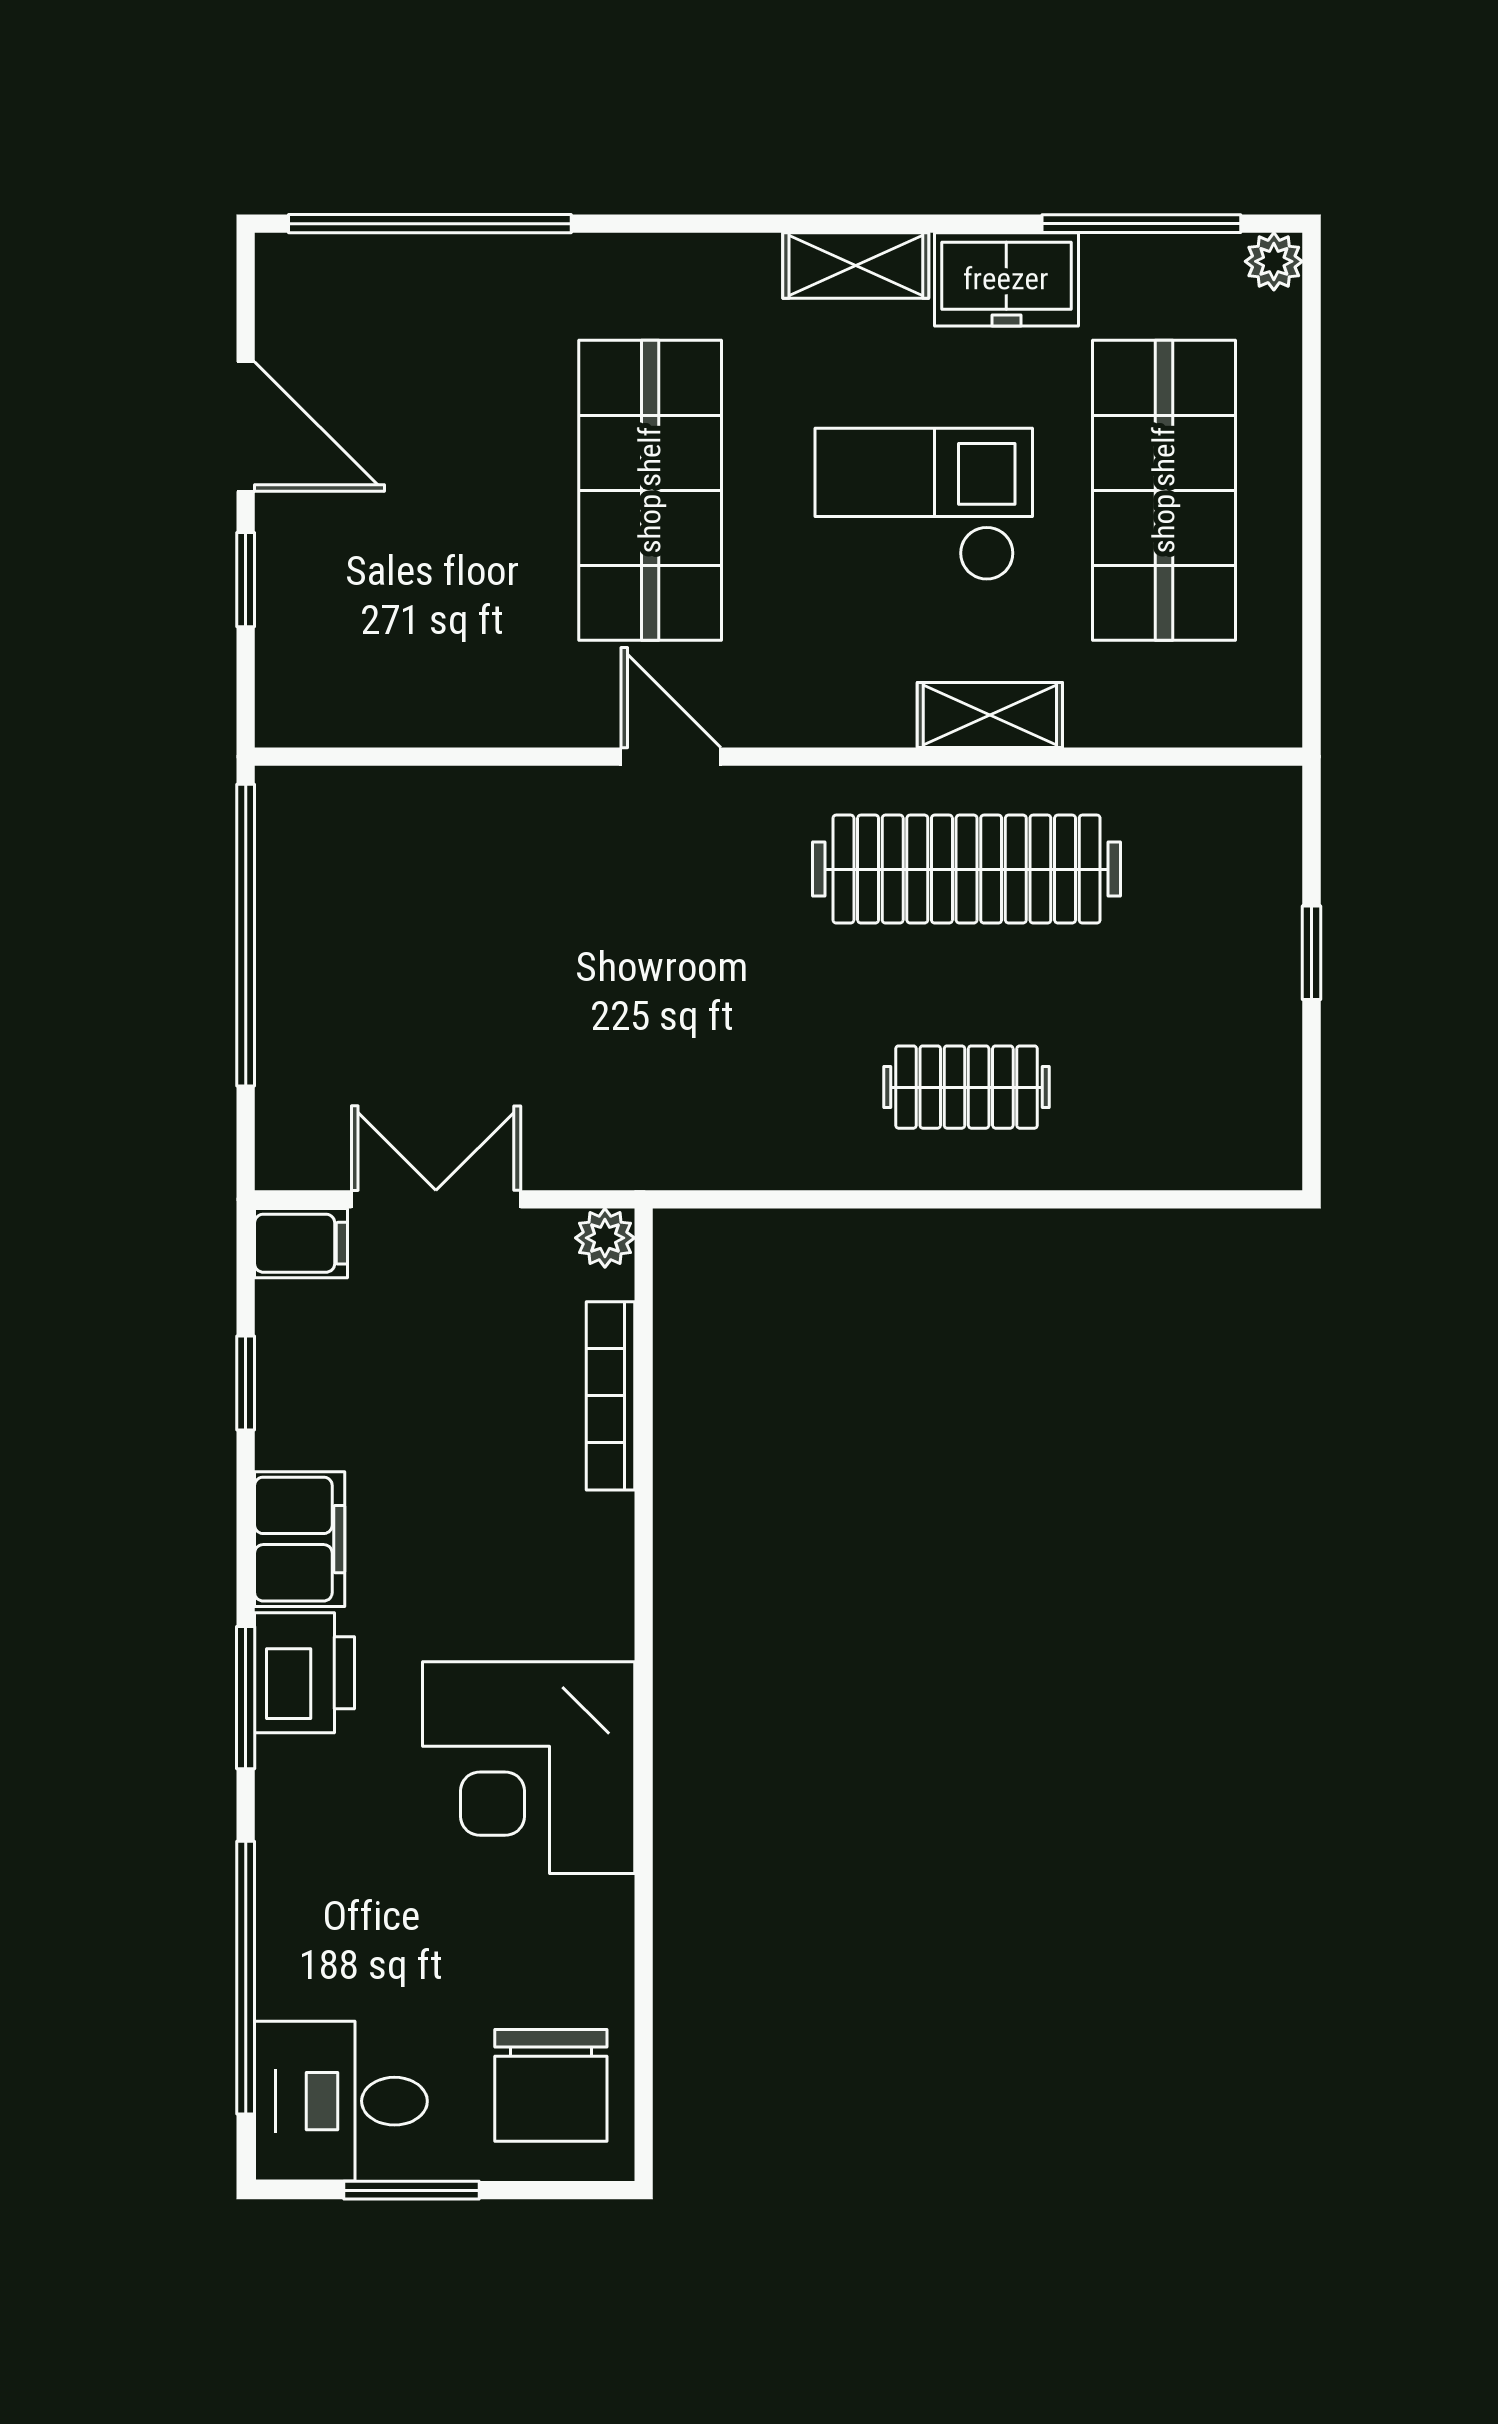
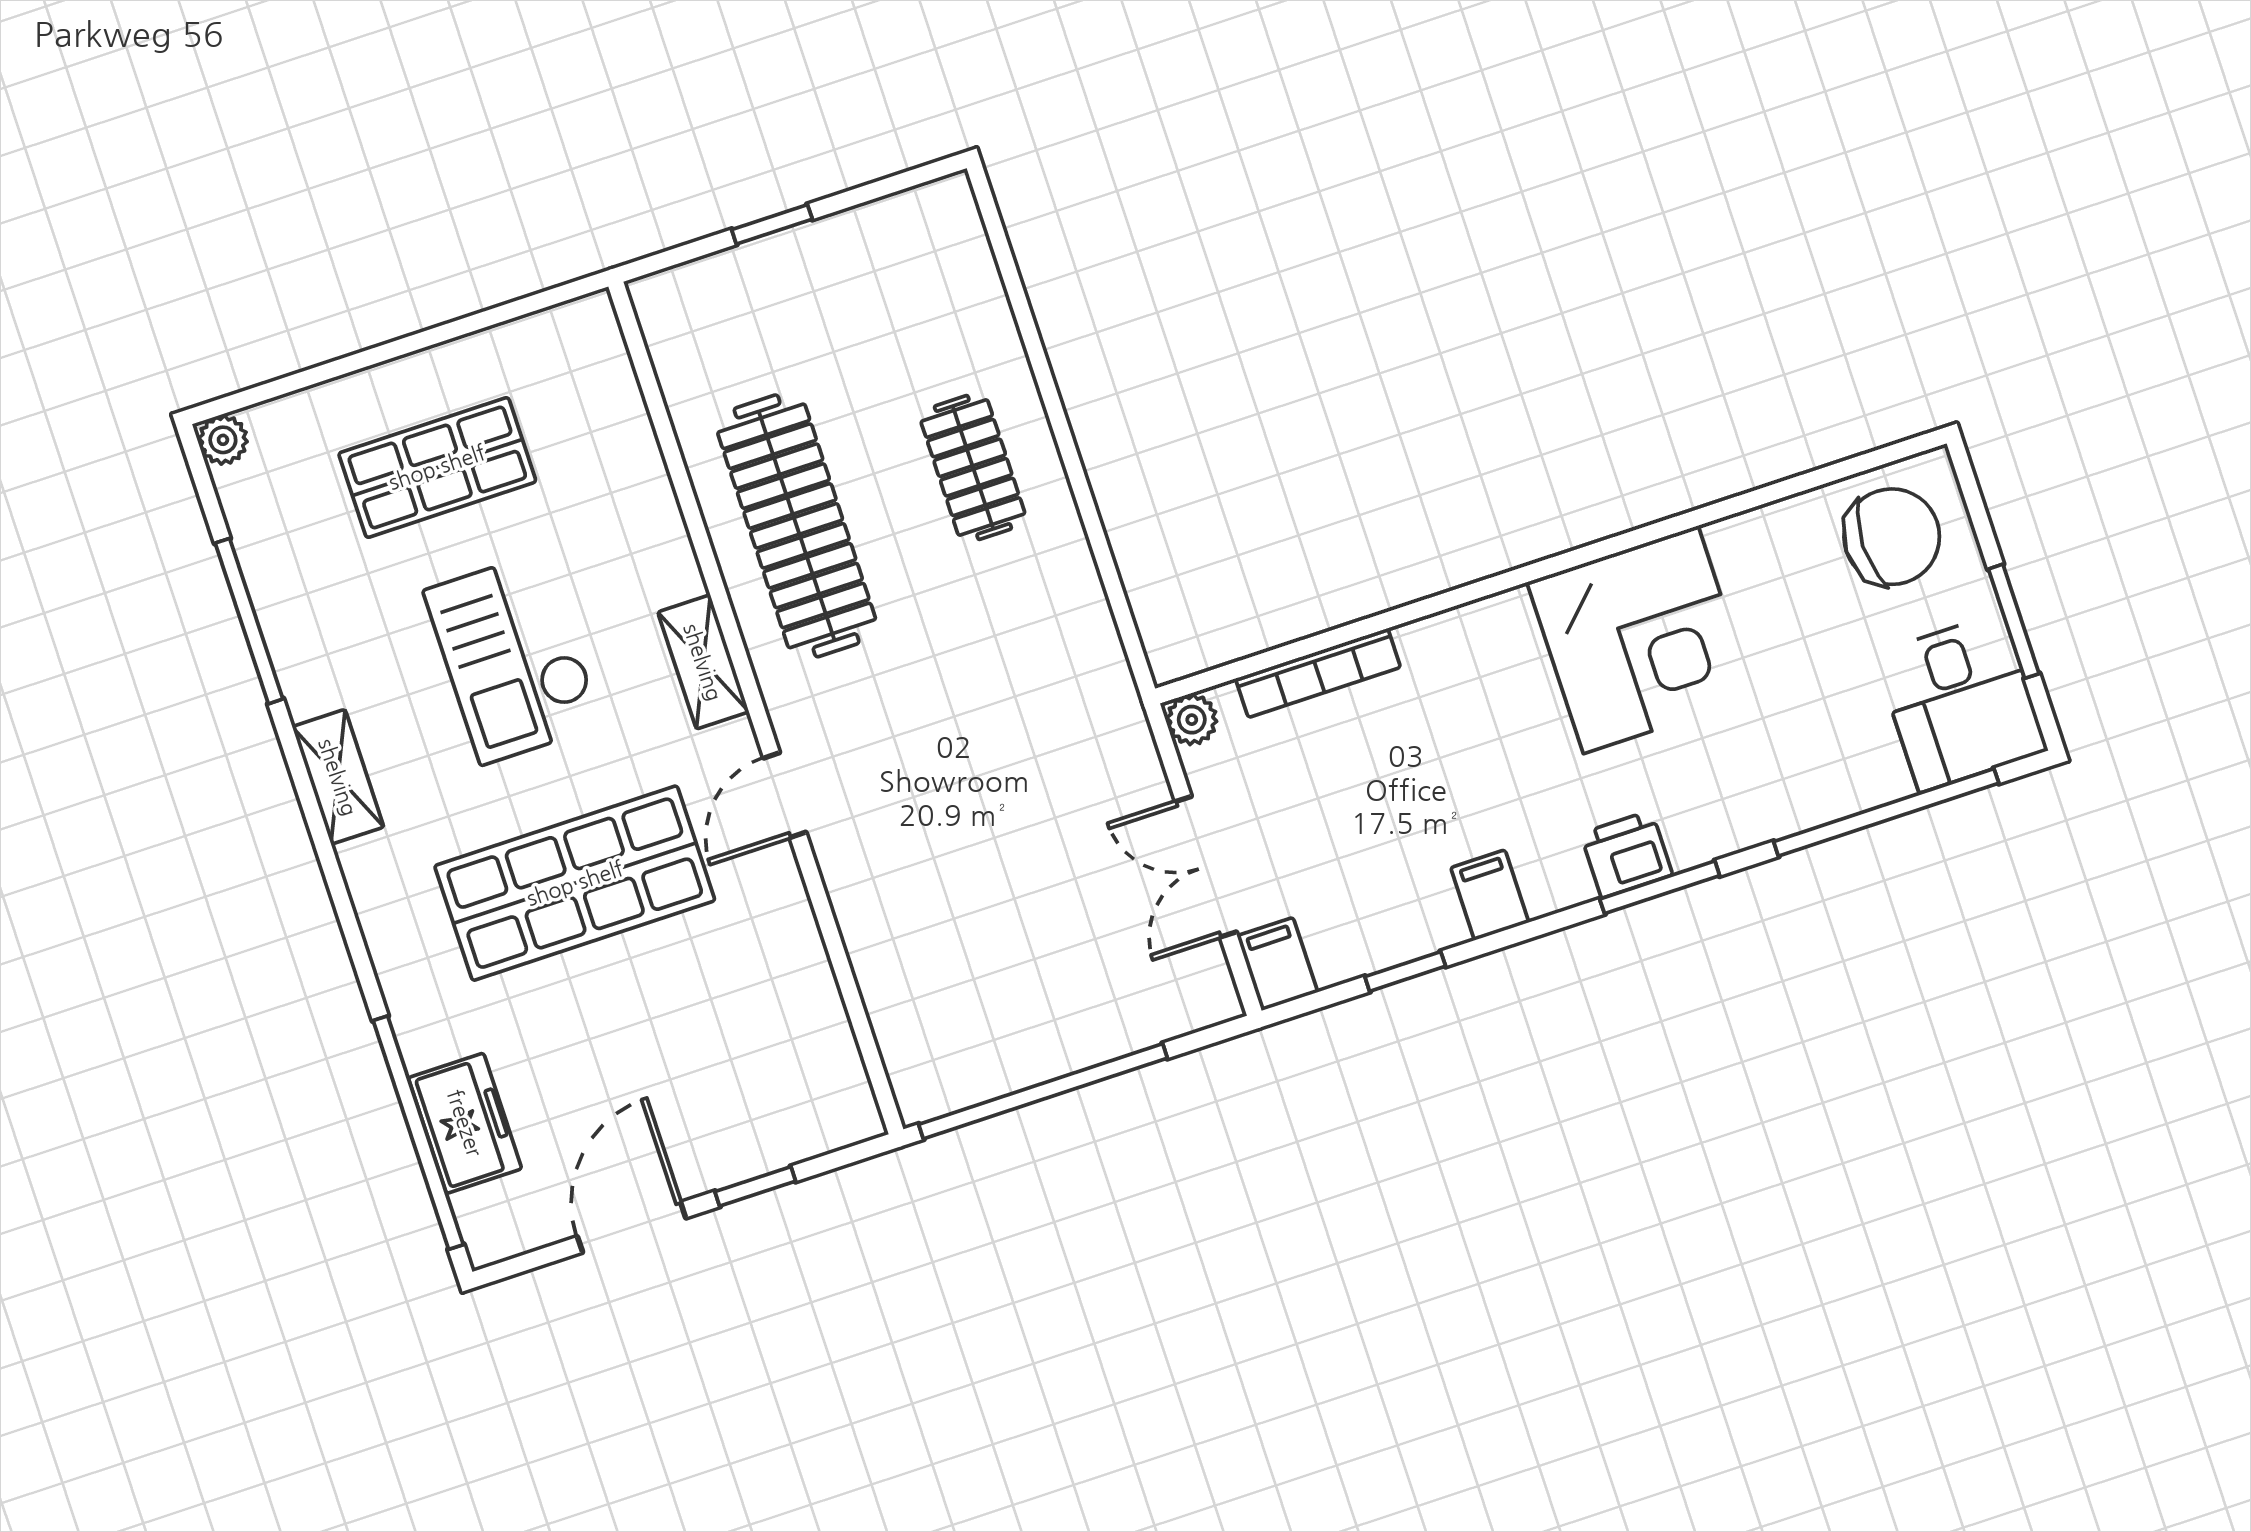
window: (1141, 224) -> (249, 621), moved
freezer: (1006, 279) -> (465, 1123), moved
shop shelf: (1164, 490) -> (437, 467), width x0.70, depth x0.74
shelving: (990, 715) -> (703, 662), moved
filing cabinet: (300, 1539) -> (1490, 895), width x0.50
printer: (305, 1673) -> (1626, 854), width x0.73, depth x0.81

